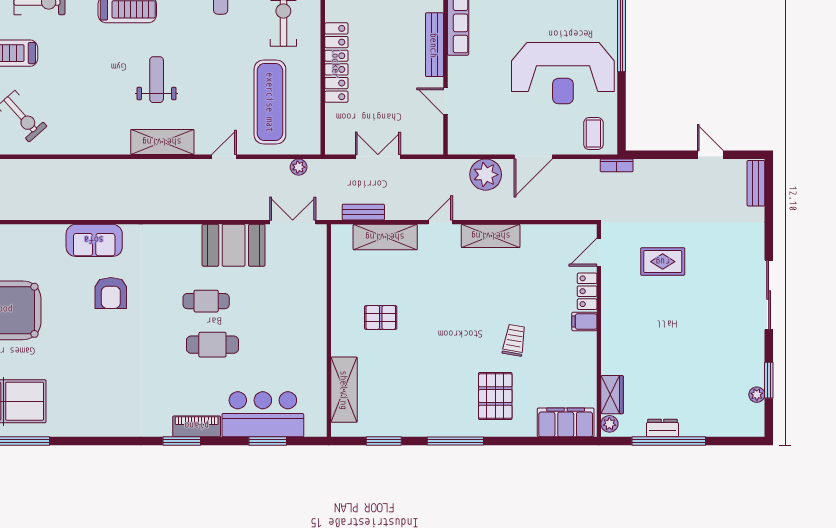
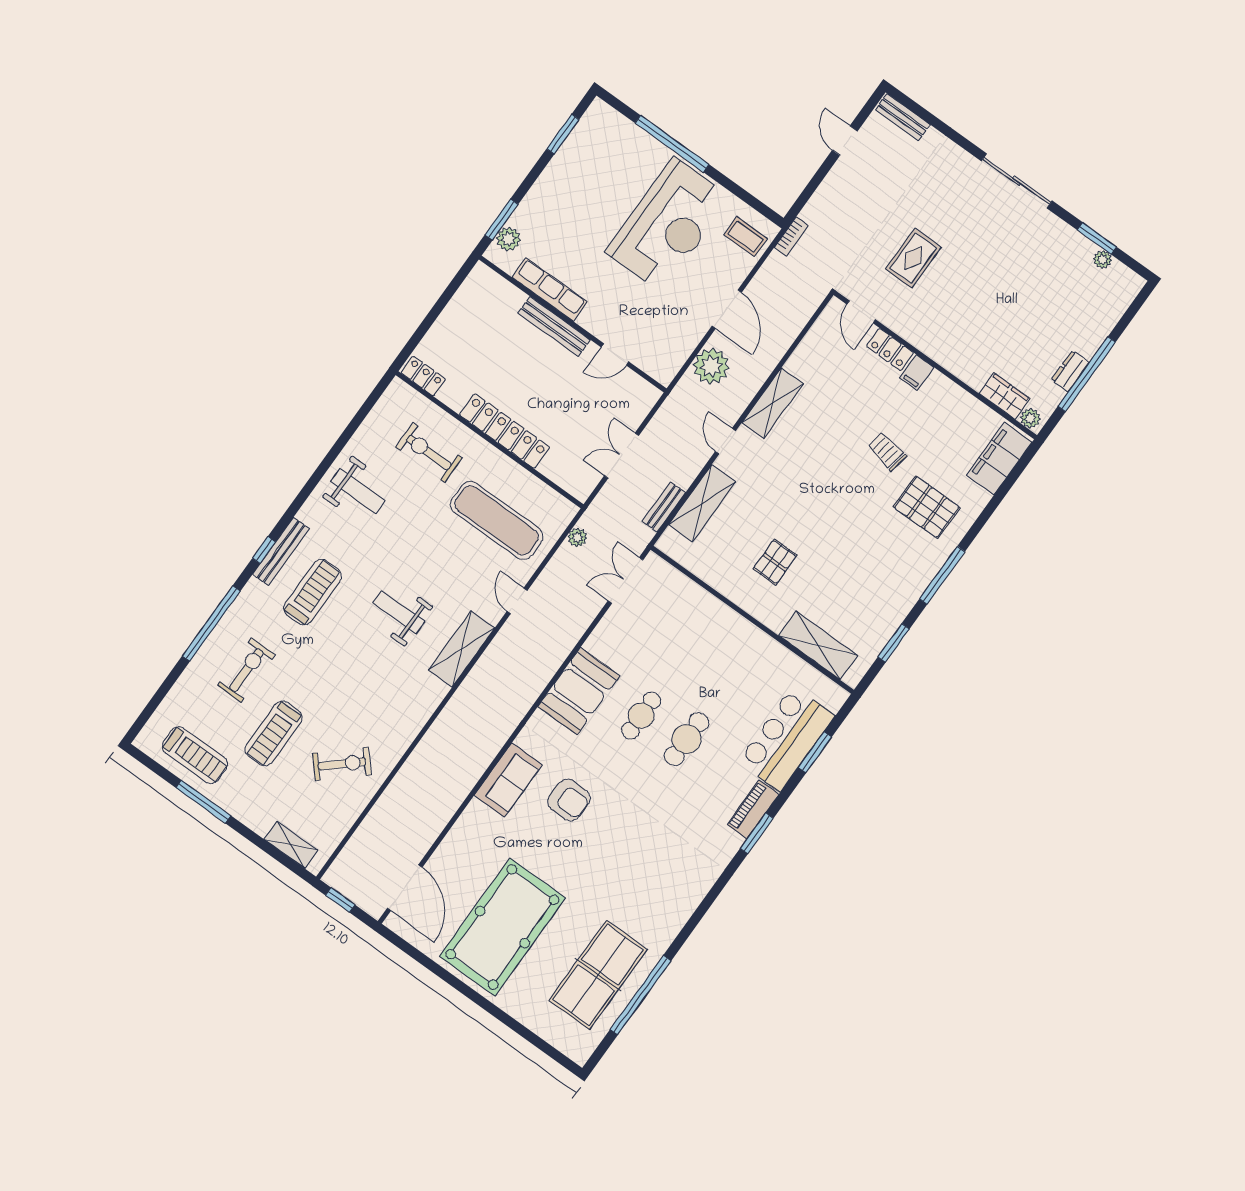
door: (710, 155) -> (845, 141), hinge flipped
booth: (234, 245) -> (579, 691), moved

